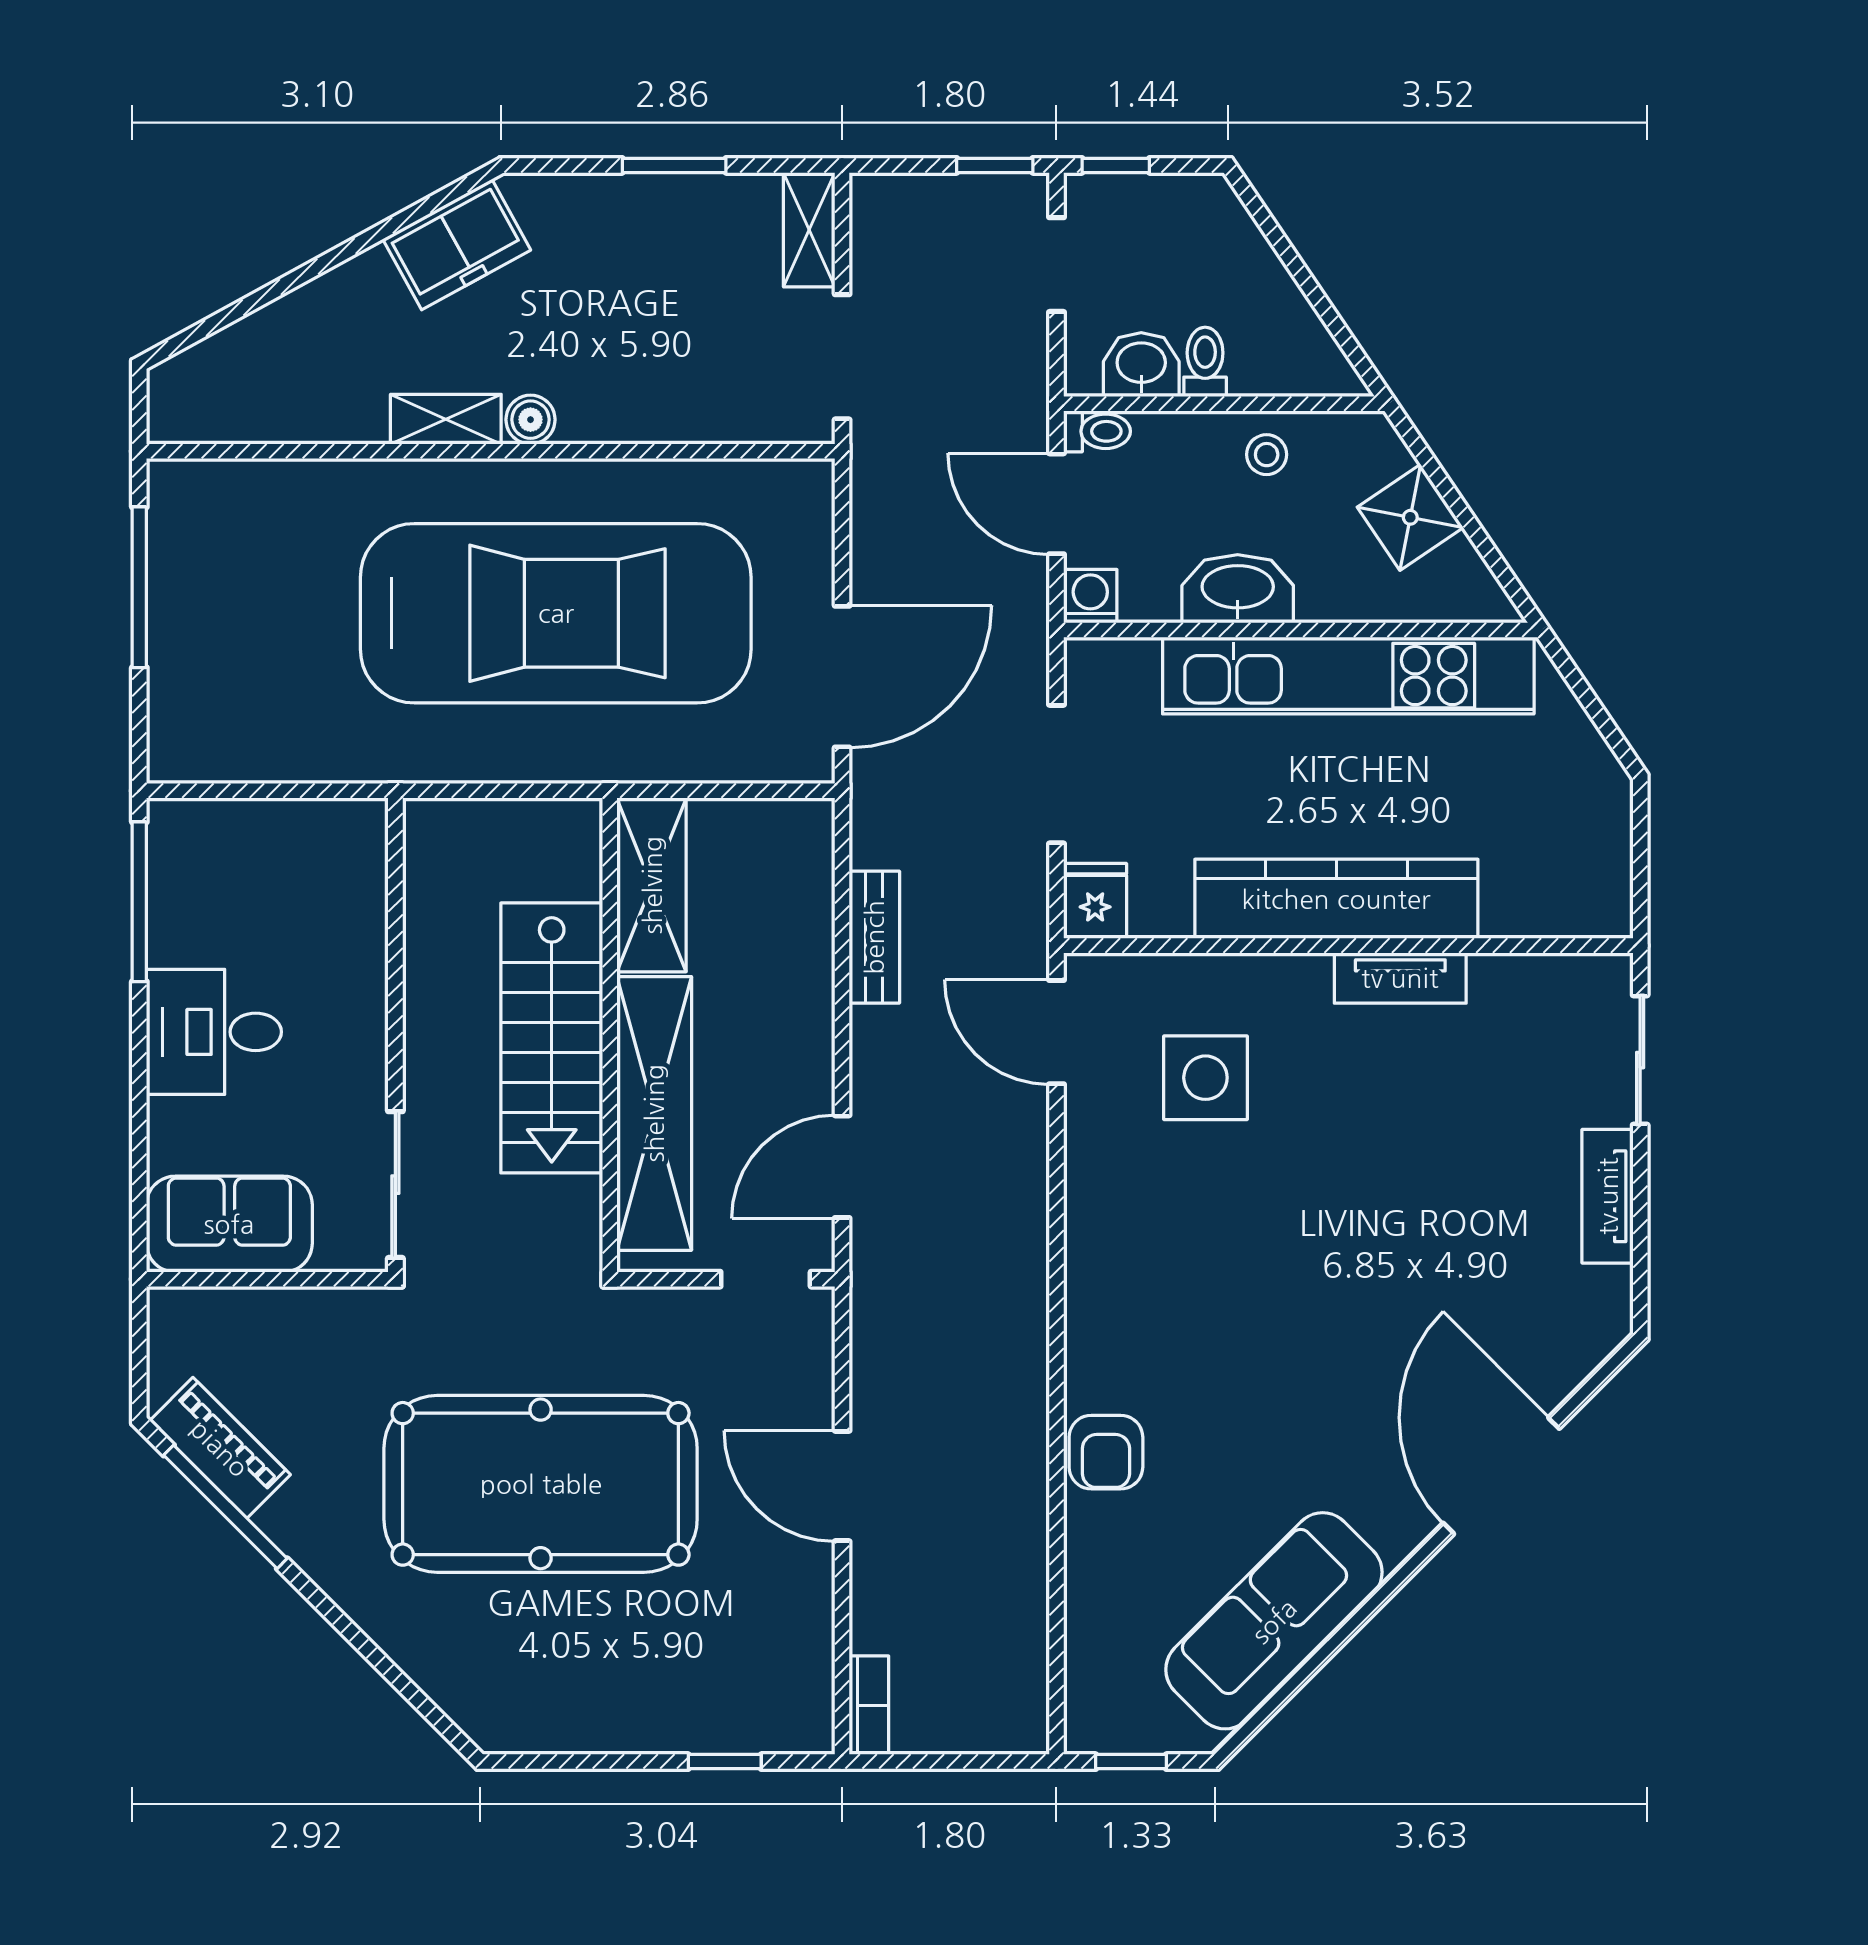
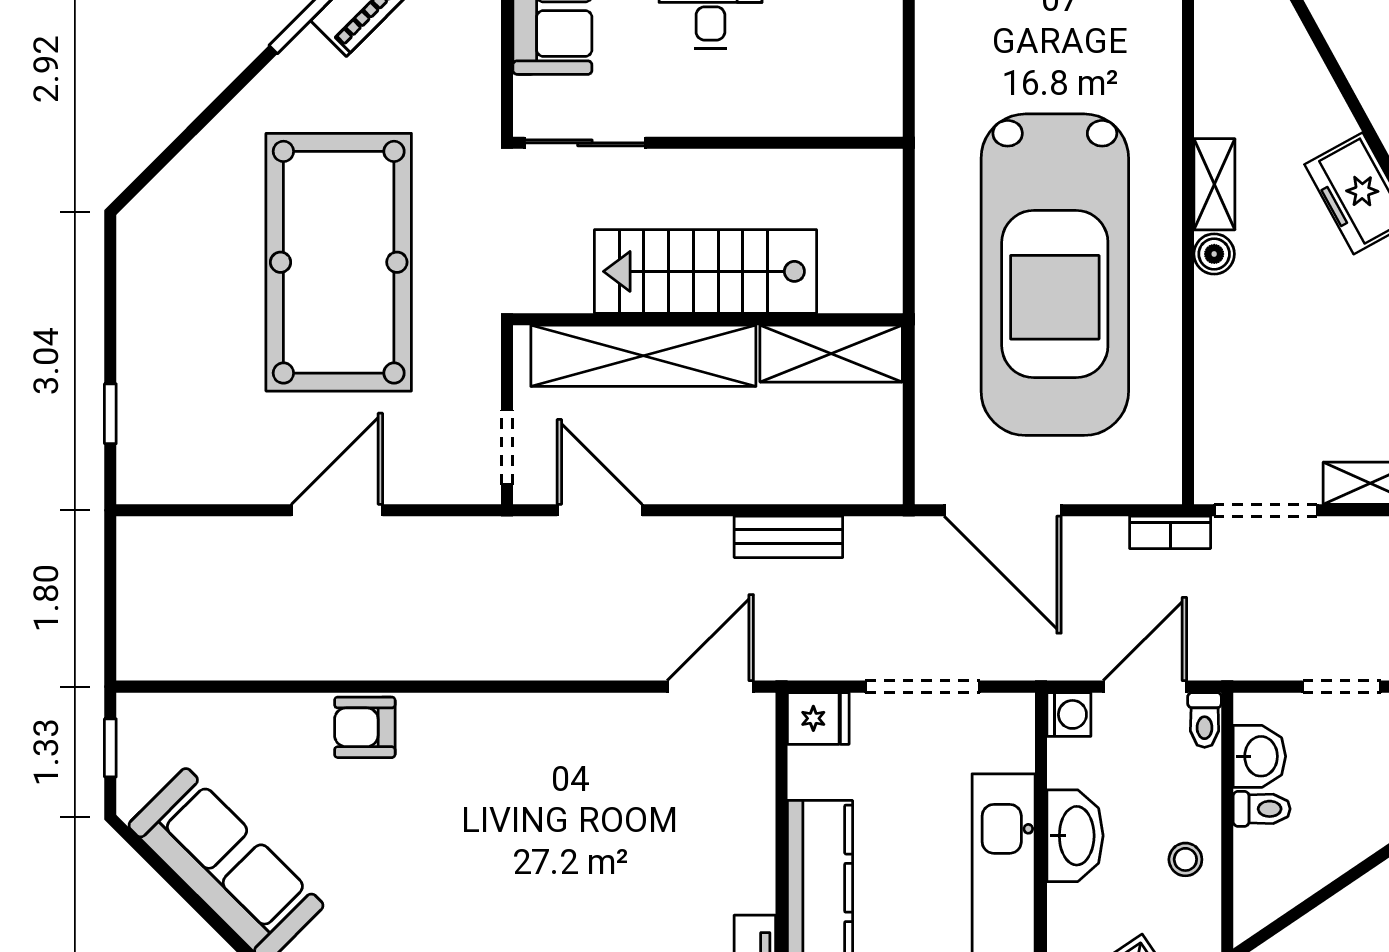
side table: (1205, 1078) -> (673, 809), removed
bookcase: (869, 1705) -> (1170, 532), moved

